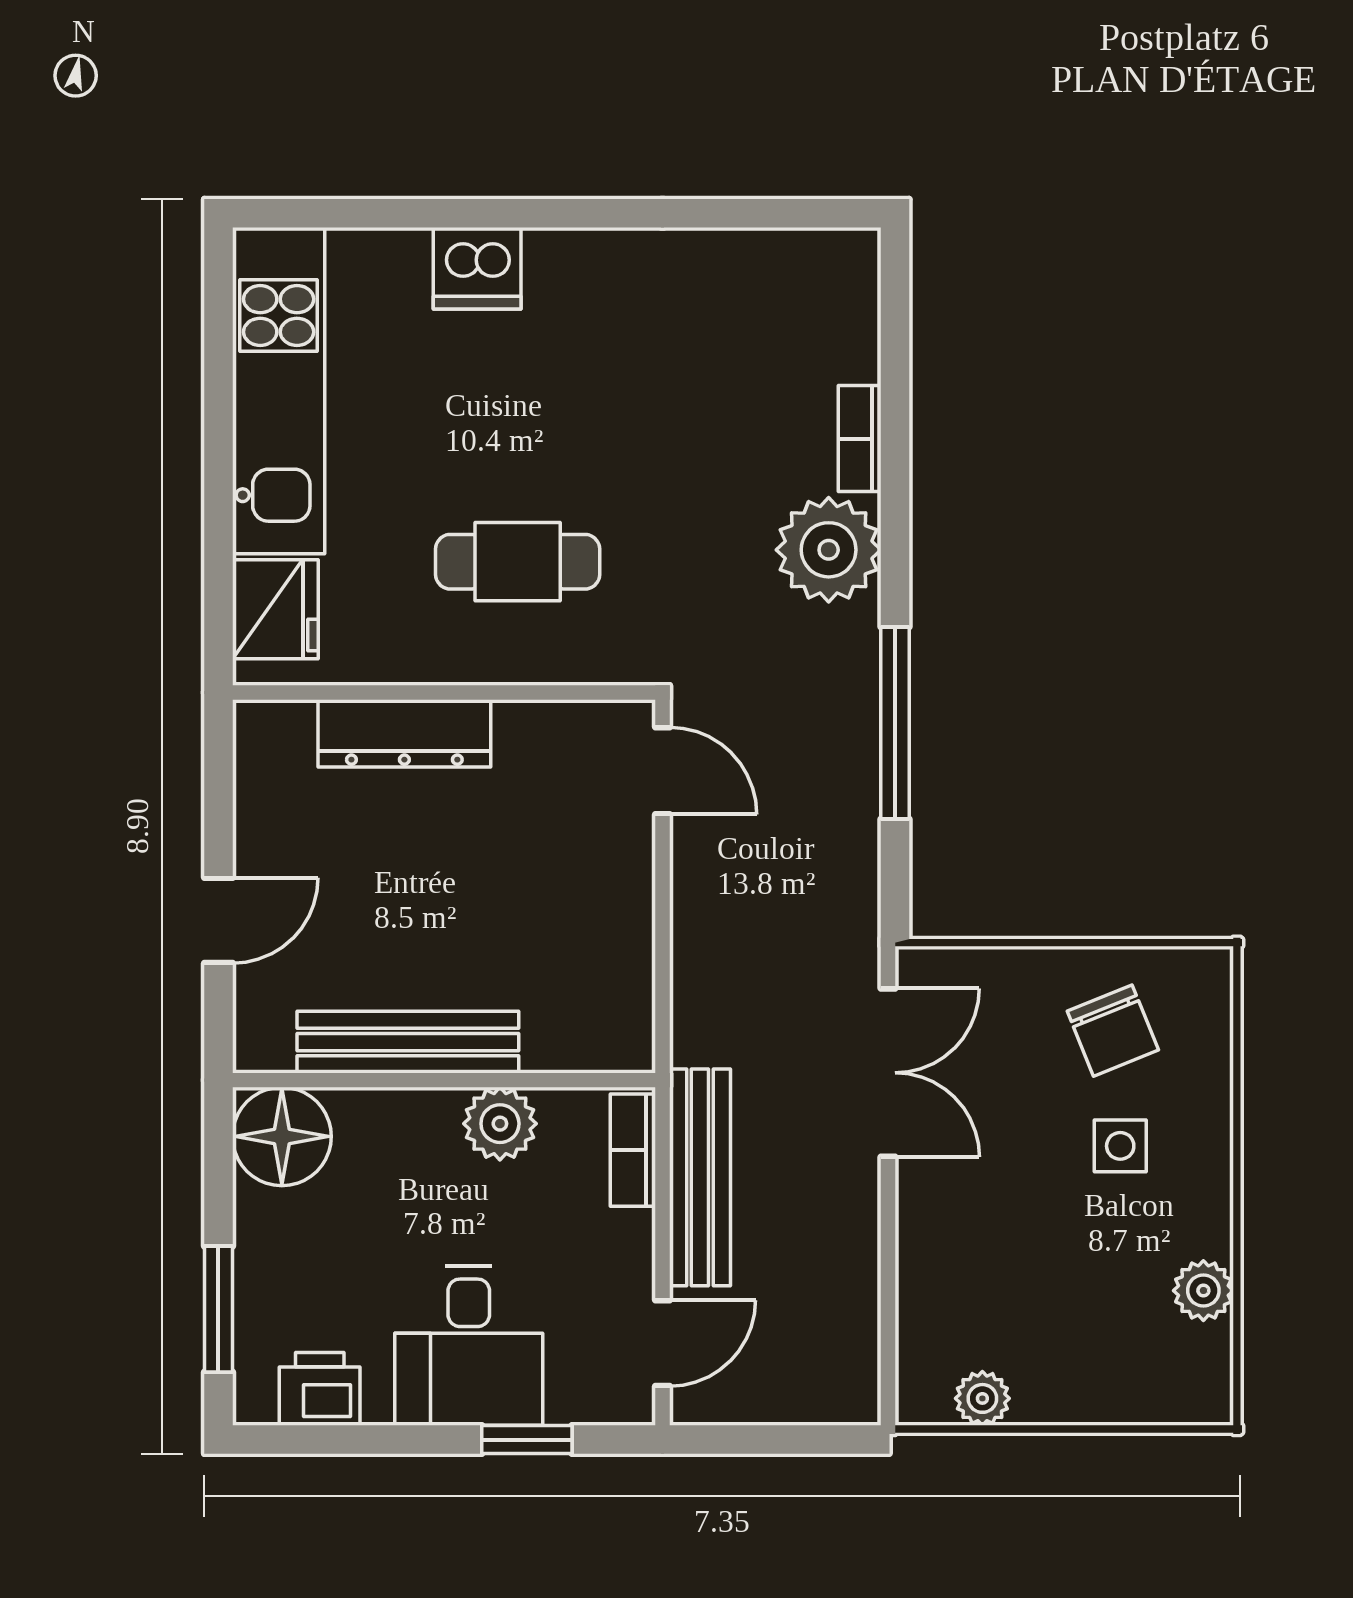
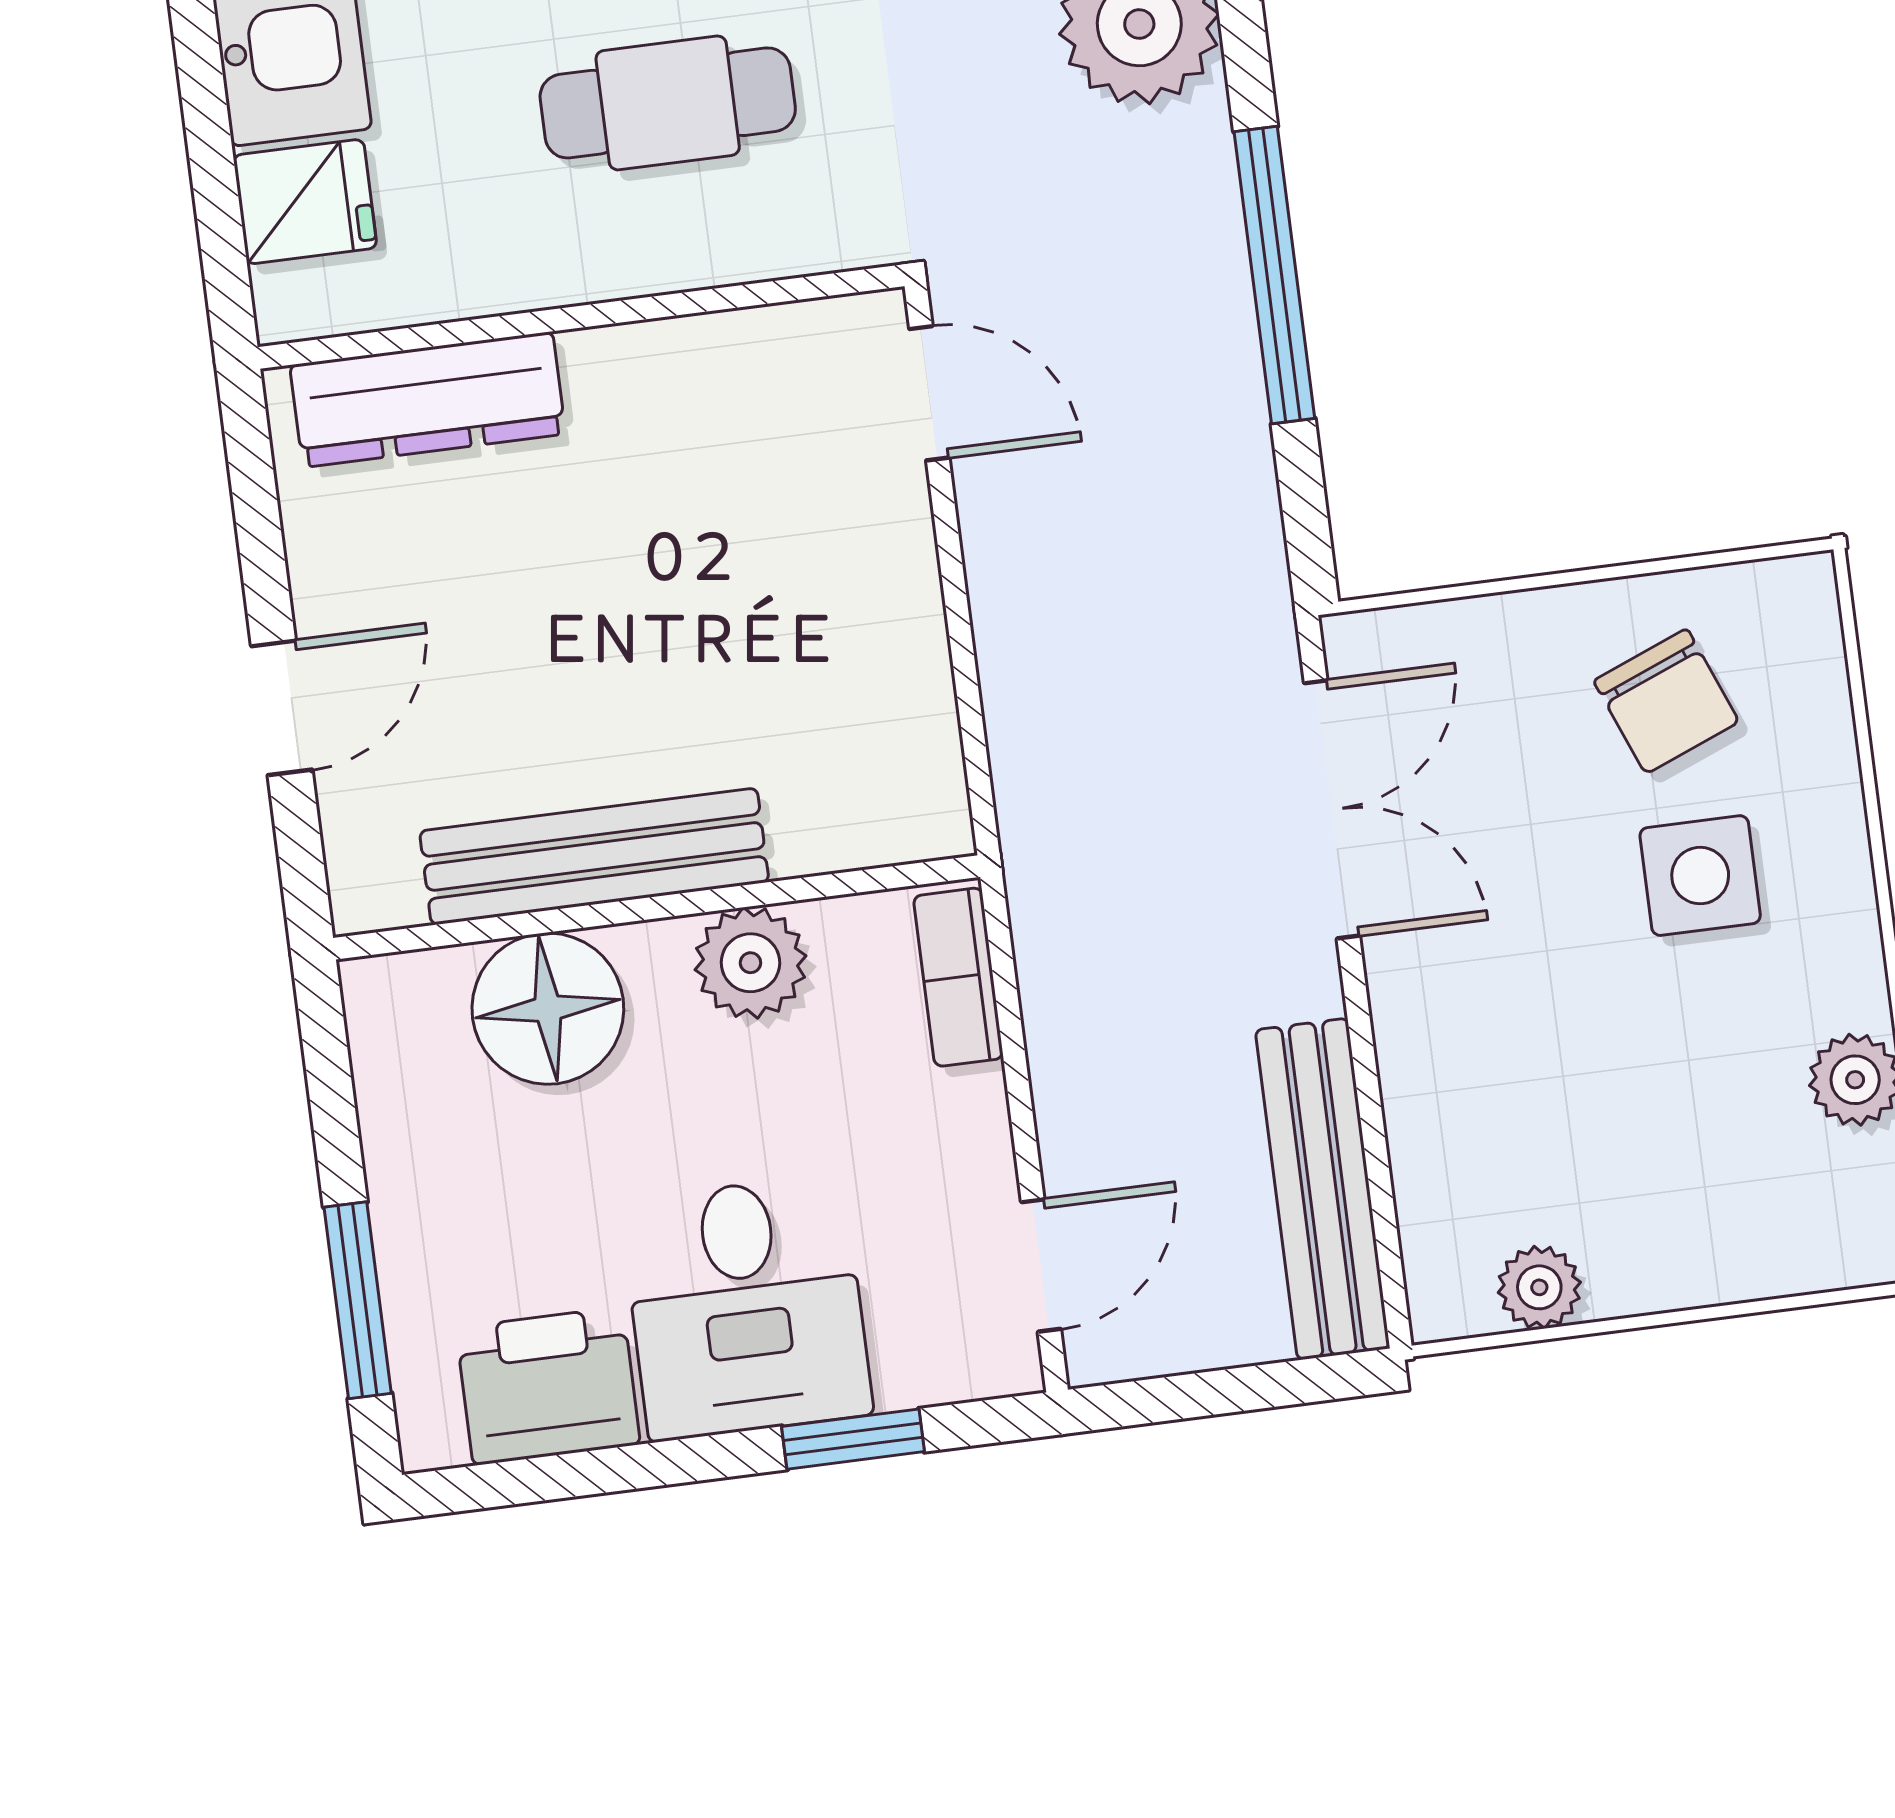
fridge: (275, 609) -> (305, 202), width x0.72
dresser: (404, 733) -> (428, 399), moved
floor lamp: (282, 1136) -> (548, 1009), moved
side table: (1120, 1146) -> (1700, 876), width x1.37, depth x1.37
bench: (700, 1177) -> (1323, 1189), moved
printer: (320, 1389) -> (548, 1386), width x1.36, depth x1.24

